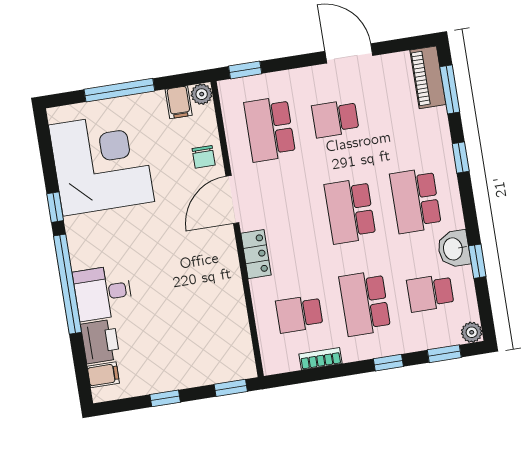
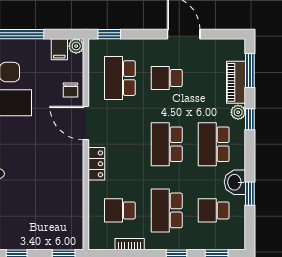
piano: (428, 77) -> (236, 82), moved
door: (232, 199) -> (86, 123), hinge flipped
plant: (472, 332) -> (238, 112), moved

